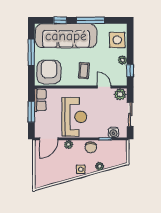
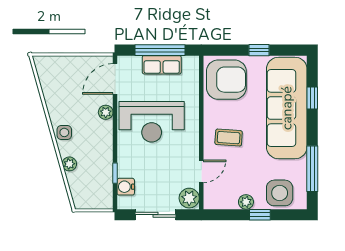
window: (90, 20) -> (312, 169), moved
window: (31, 52) -> (259, 50), width x0.46
window: (130, 71) -> (260, 215), moved
row of seats: (40, 100) -> (162, 65), moved
window: (31, 112) -> (160, 50), width x1.44
door: (49, 139) -> (115, 79), hinge flipped
chair: (91, 147) -> (101, 149), removed

